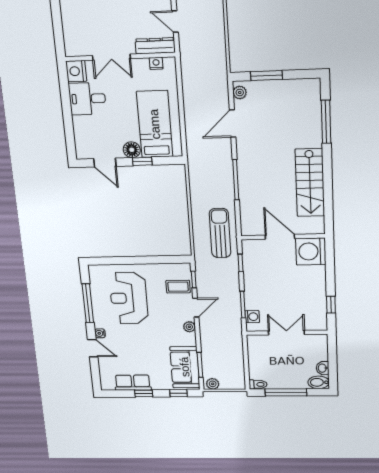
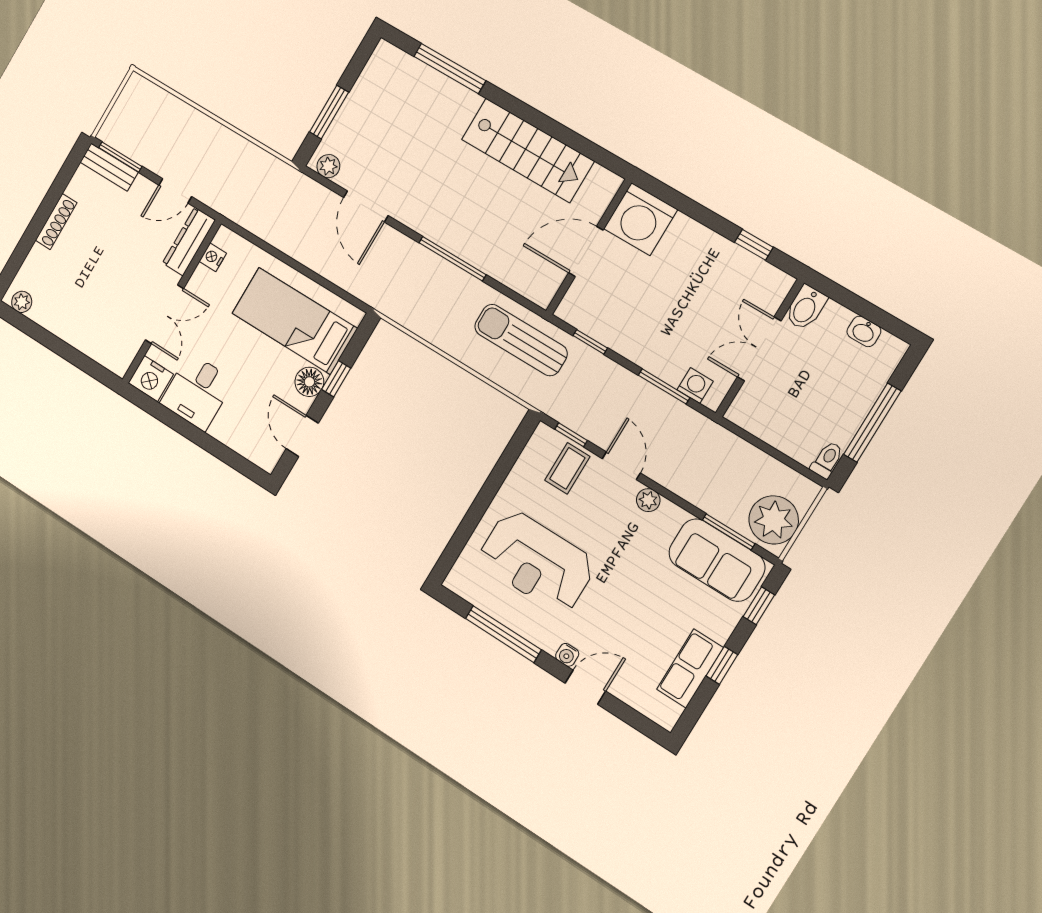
door: (105, 163) -> (302, 436), swing flipped
bidet: (319, 382) -> (806, 308), moved
plant: (213, 384) -> (774, 520), width x1.88, depth x1.88

